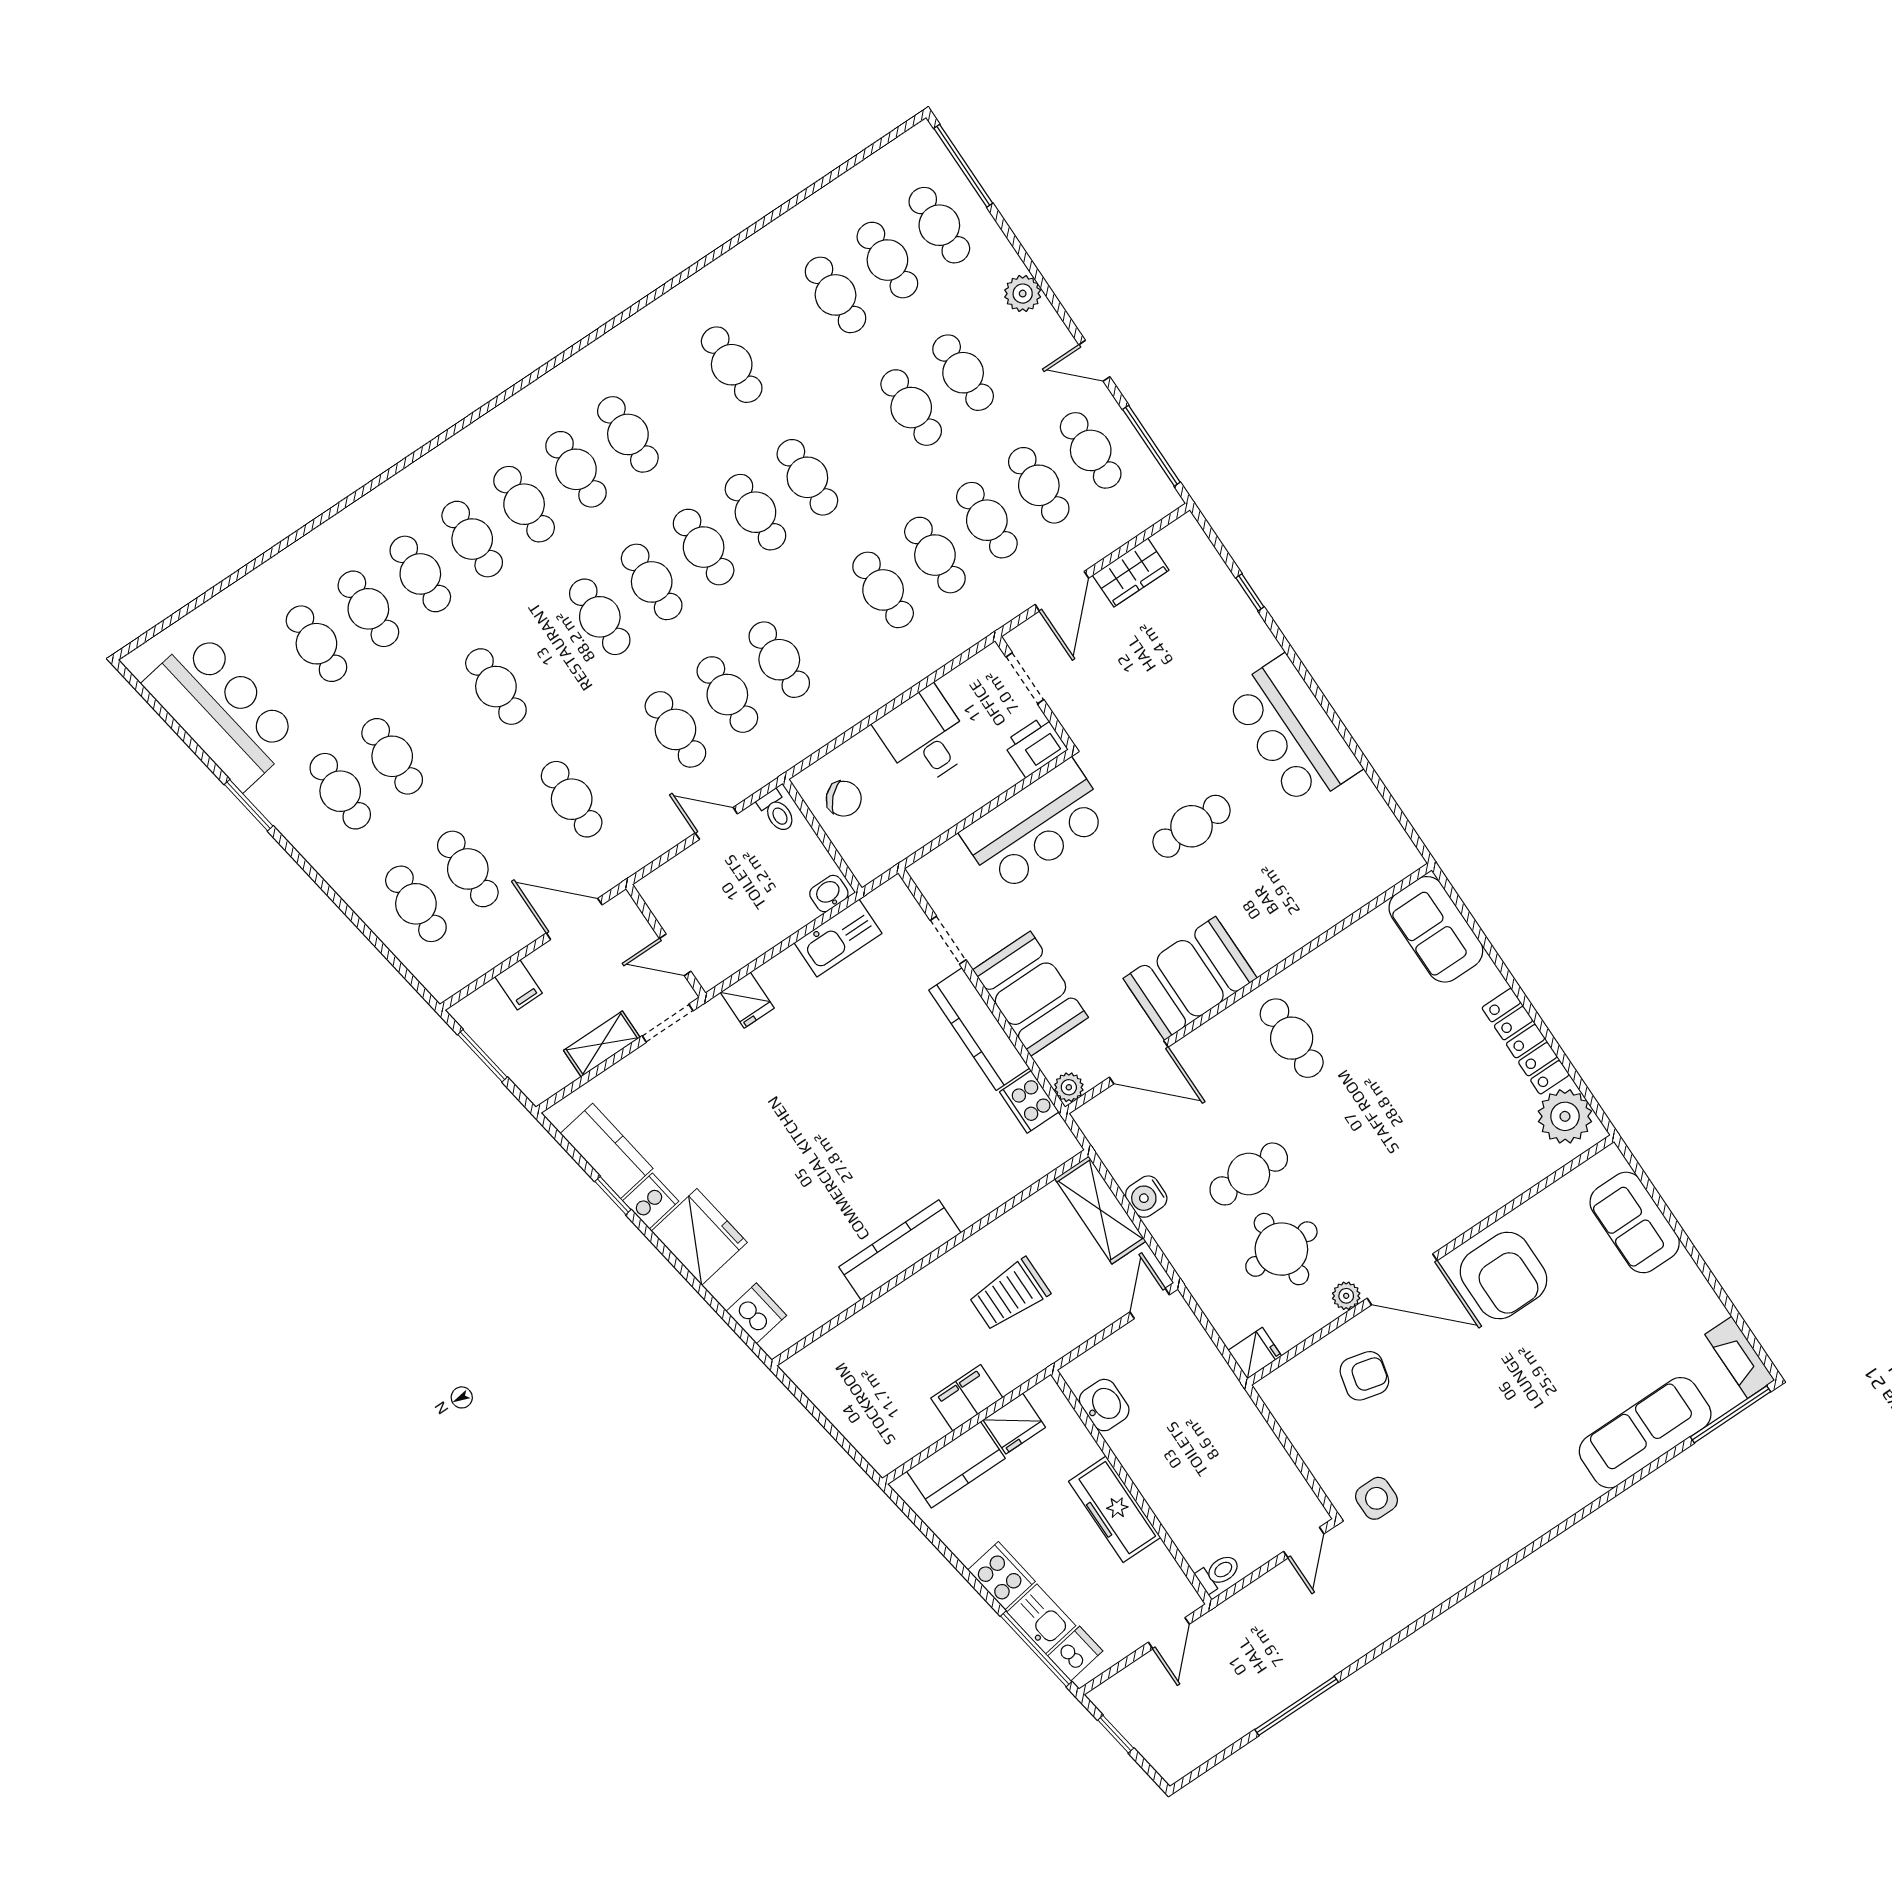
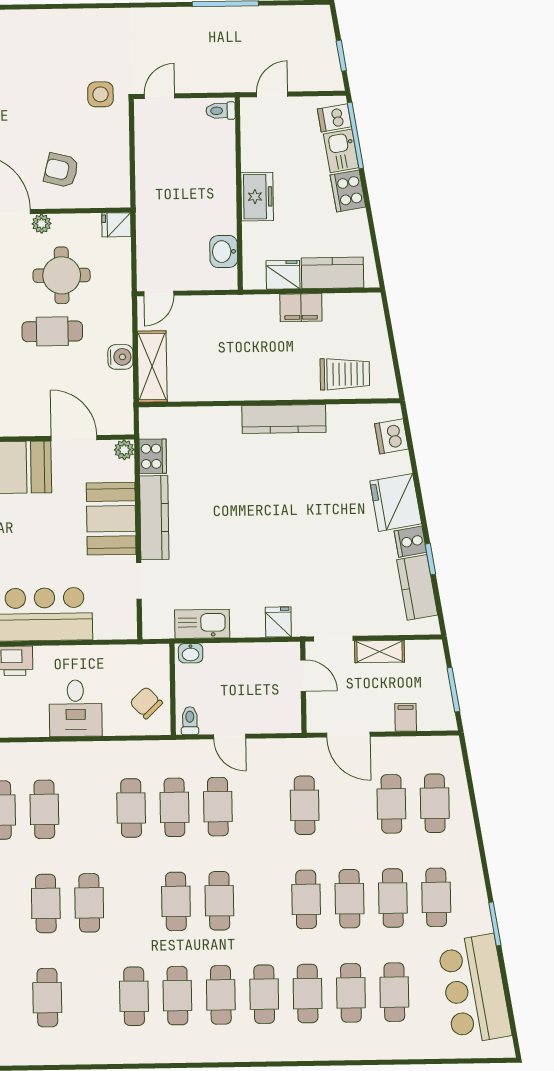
cafe table: (704, 547) -> (349, 899), moved
trolley: (1009, 1294) -> (345, 374), moved
freezer: (1115, 1509) -> (257, 197), width x0.71

